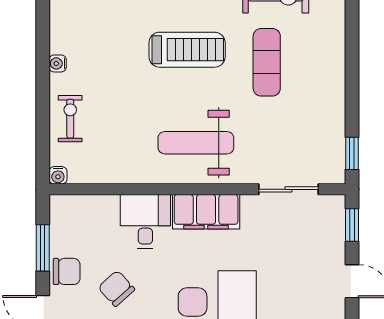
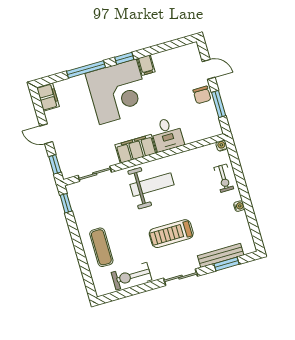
exercise mat: (267, 62) -> (101, 247), moved
chair: (67, 271) -> (202, 95), turned -90
chair: (116, 288) -> (172, 93), removed

